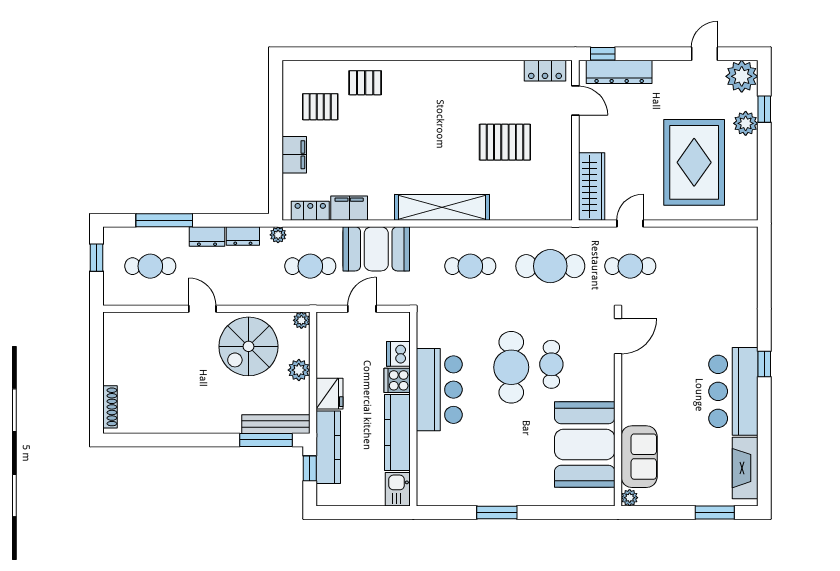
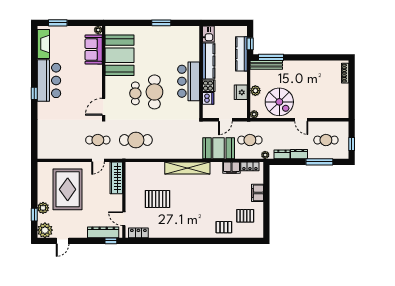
cafe table: (470, 266) -> (174, 140), removed
spiral stairs: (248, 346) -> (279, 102), turned 90
fridge: (330, 394) -> (241, 92), moved

